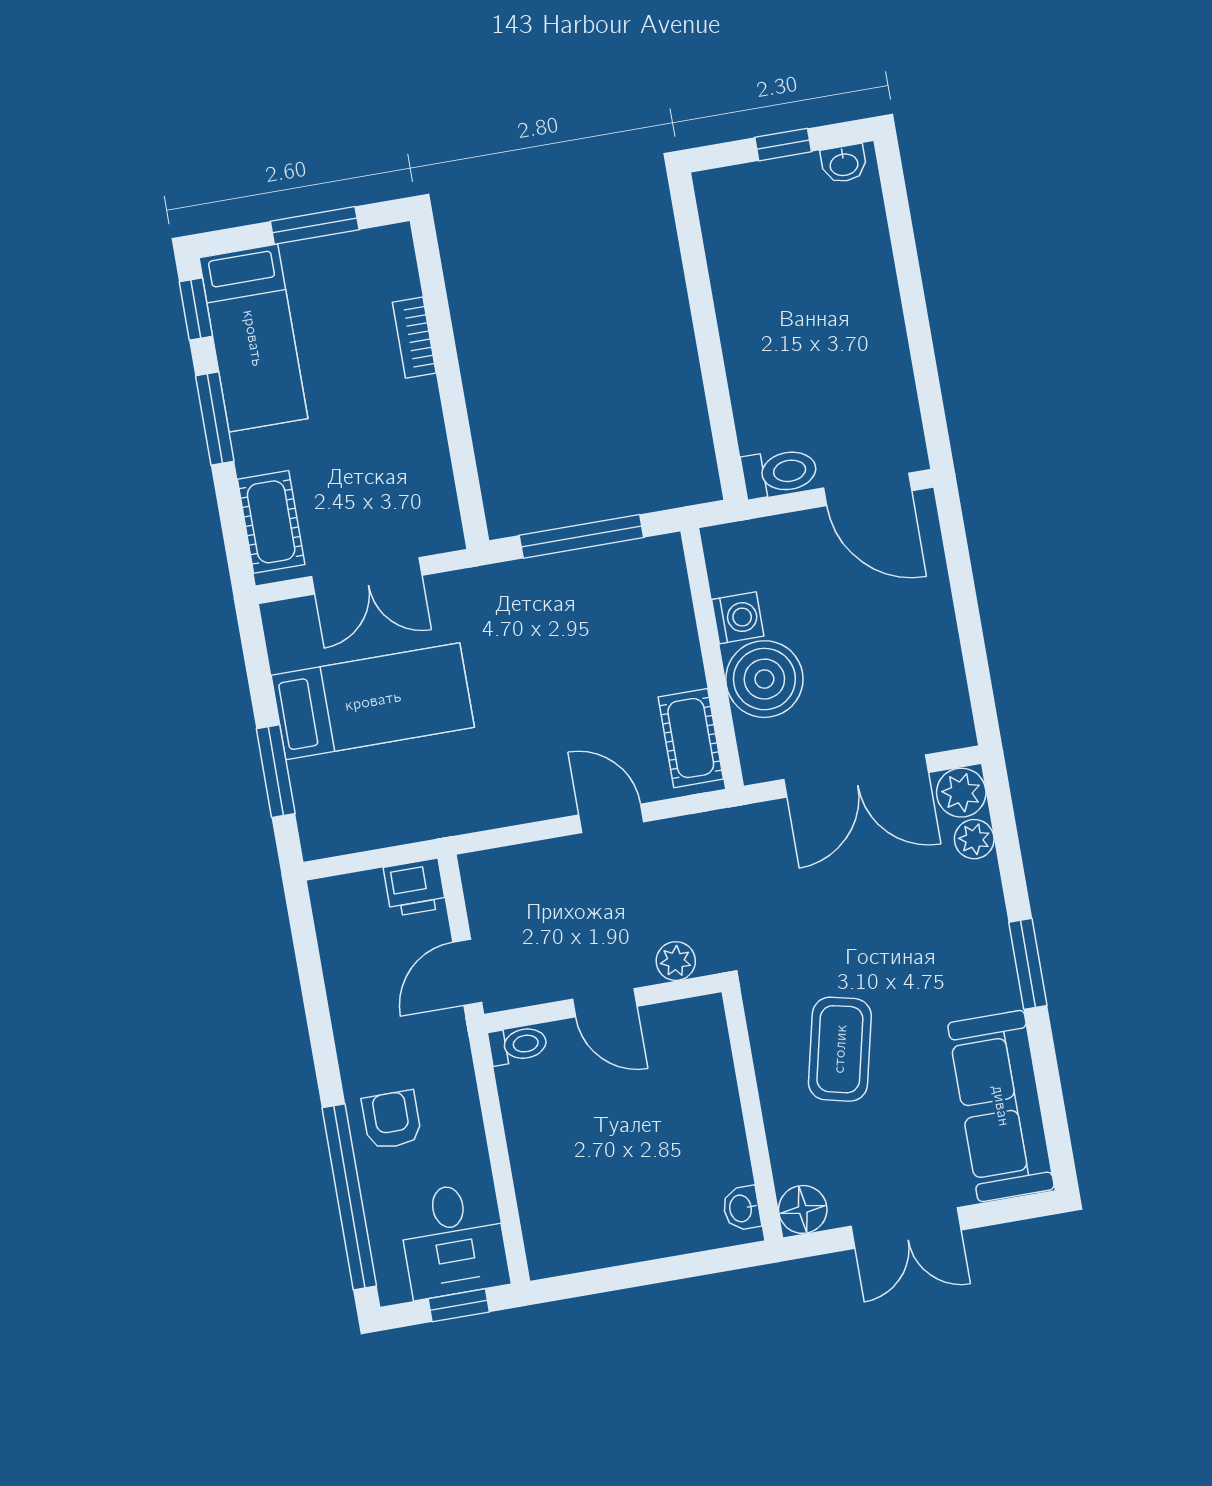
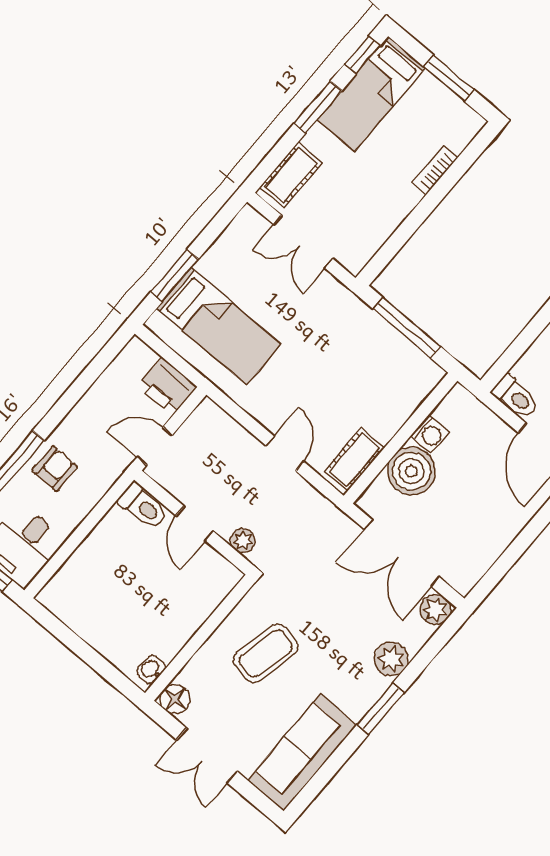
bed: (373, 701) -> (219, 326), moved
plant: (974, 839) -> (391, 659), moved, width x1.38, depth x1.38
printer: (415, 887) -> (167, 386), width x1.36, depth x1.24
toilet: (518, 1045) -> (143, 506), width x1.37, depth x1.39

